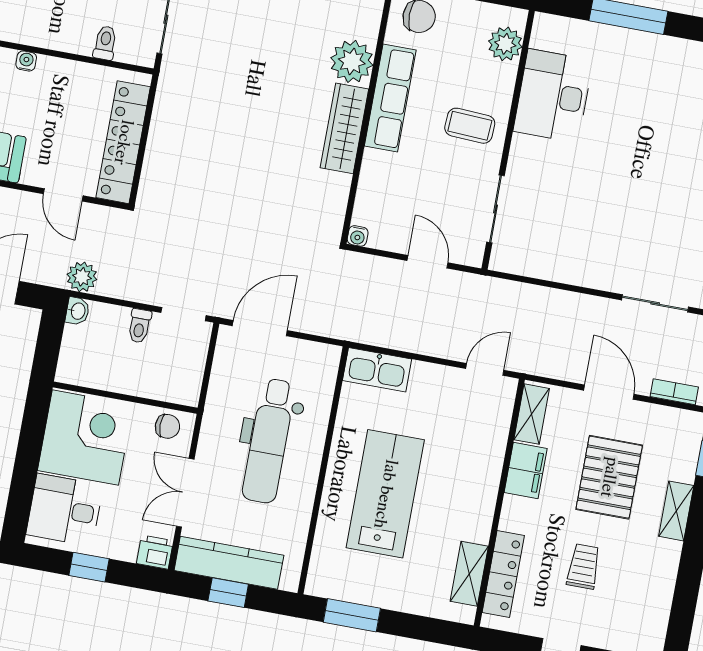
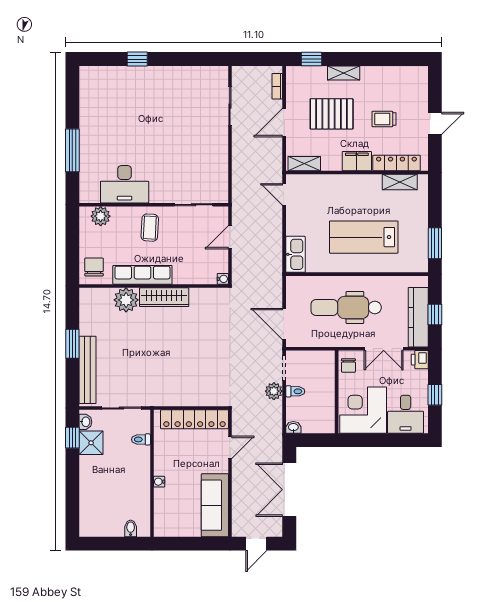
plant: (82, 277) -> (274, 391), moved
chair: (167, 426) -> (348, 365), turned 180
dental chair: (269, 441) -> (346, 308), turned 180
filing cabinet: (526, 470) -> (357, 161), moved

